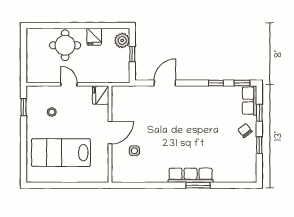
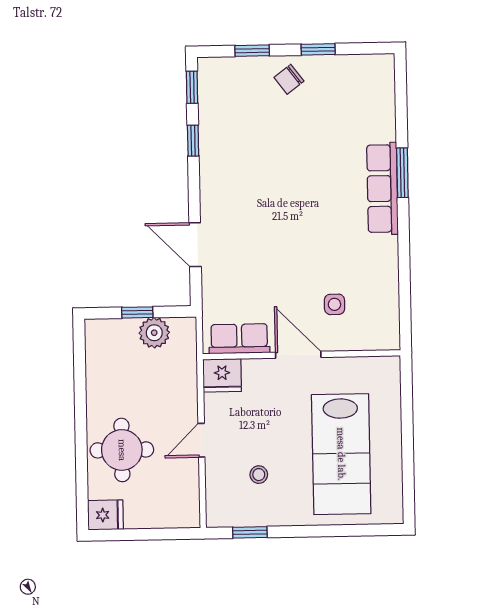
fridge: (94, 37) -> (105, 515), moved
plant: (122, 40) -> (154, 333), moved
row of seats: (250, 101) -> (239, 339), moved, turned 180

